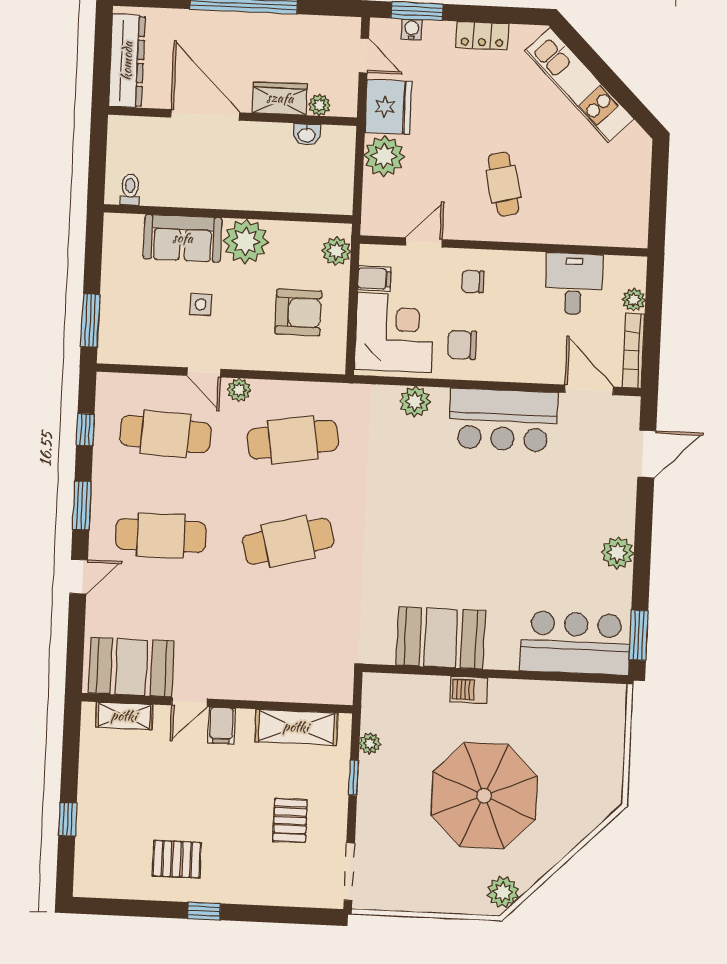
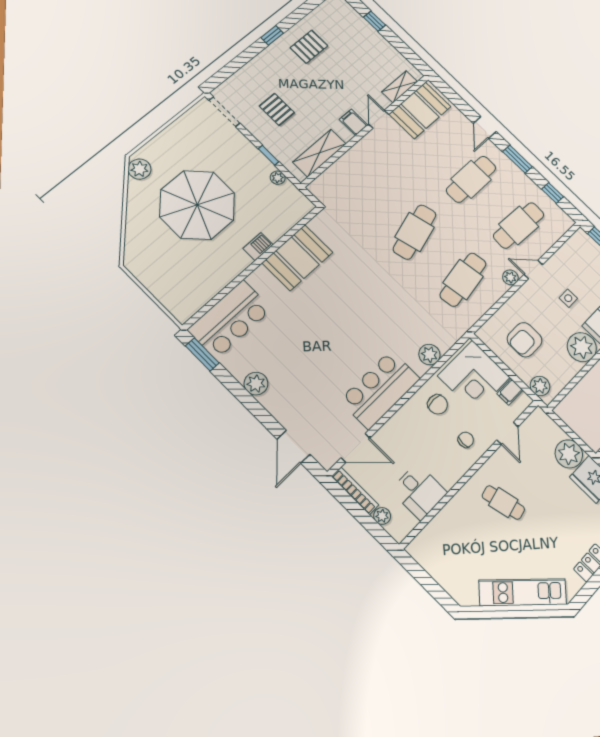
chair: (462, 345) -> (438, 404), turned 90

